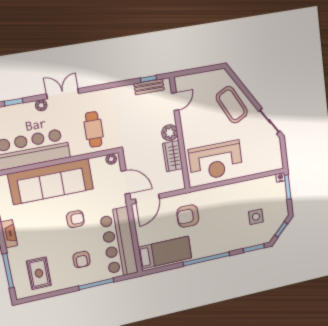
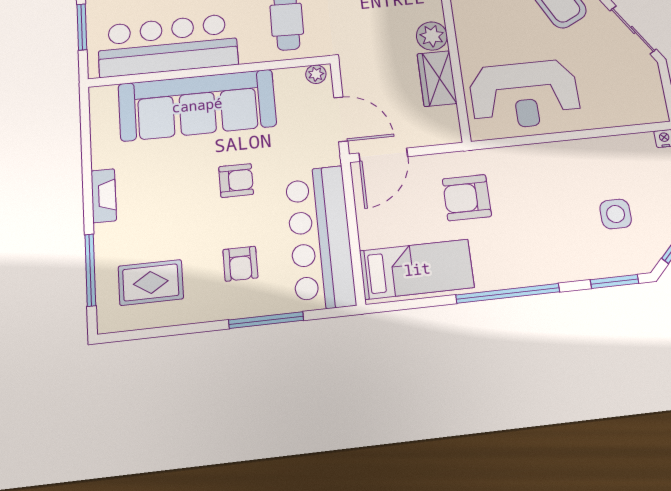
rug: (39, 273) -> (151, 282), turned 90

